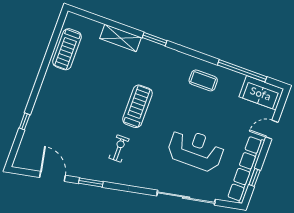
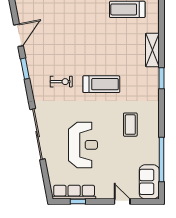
coffee table: (203, 80) -> (130, 125), moved
row of seats: (246, 169) -> (74, 192), width x0.73
sliding door: (186, 198) -> (38, 134), moved

